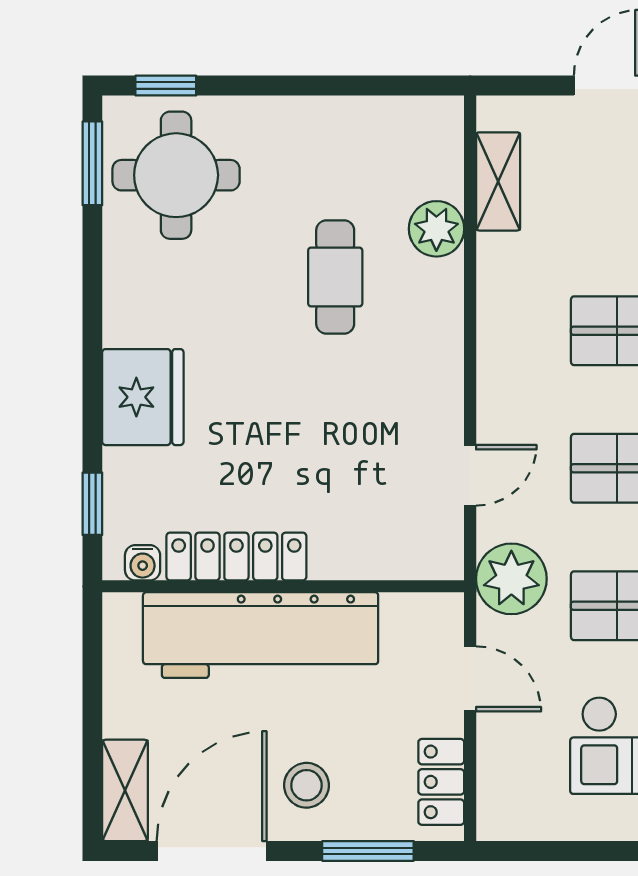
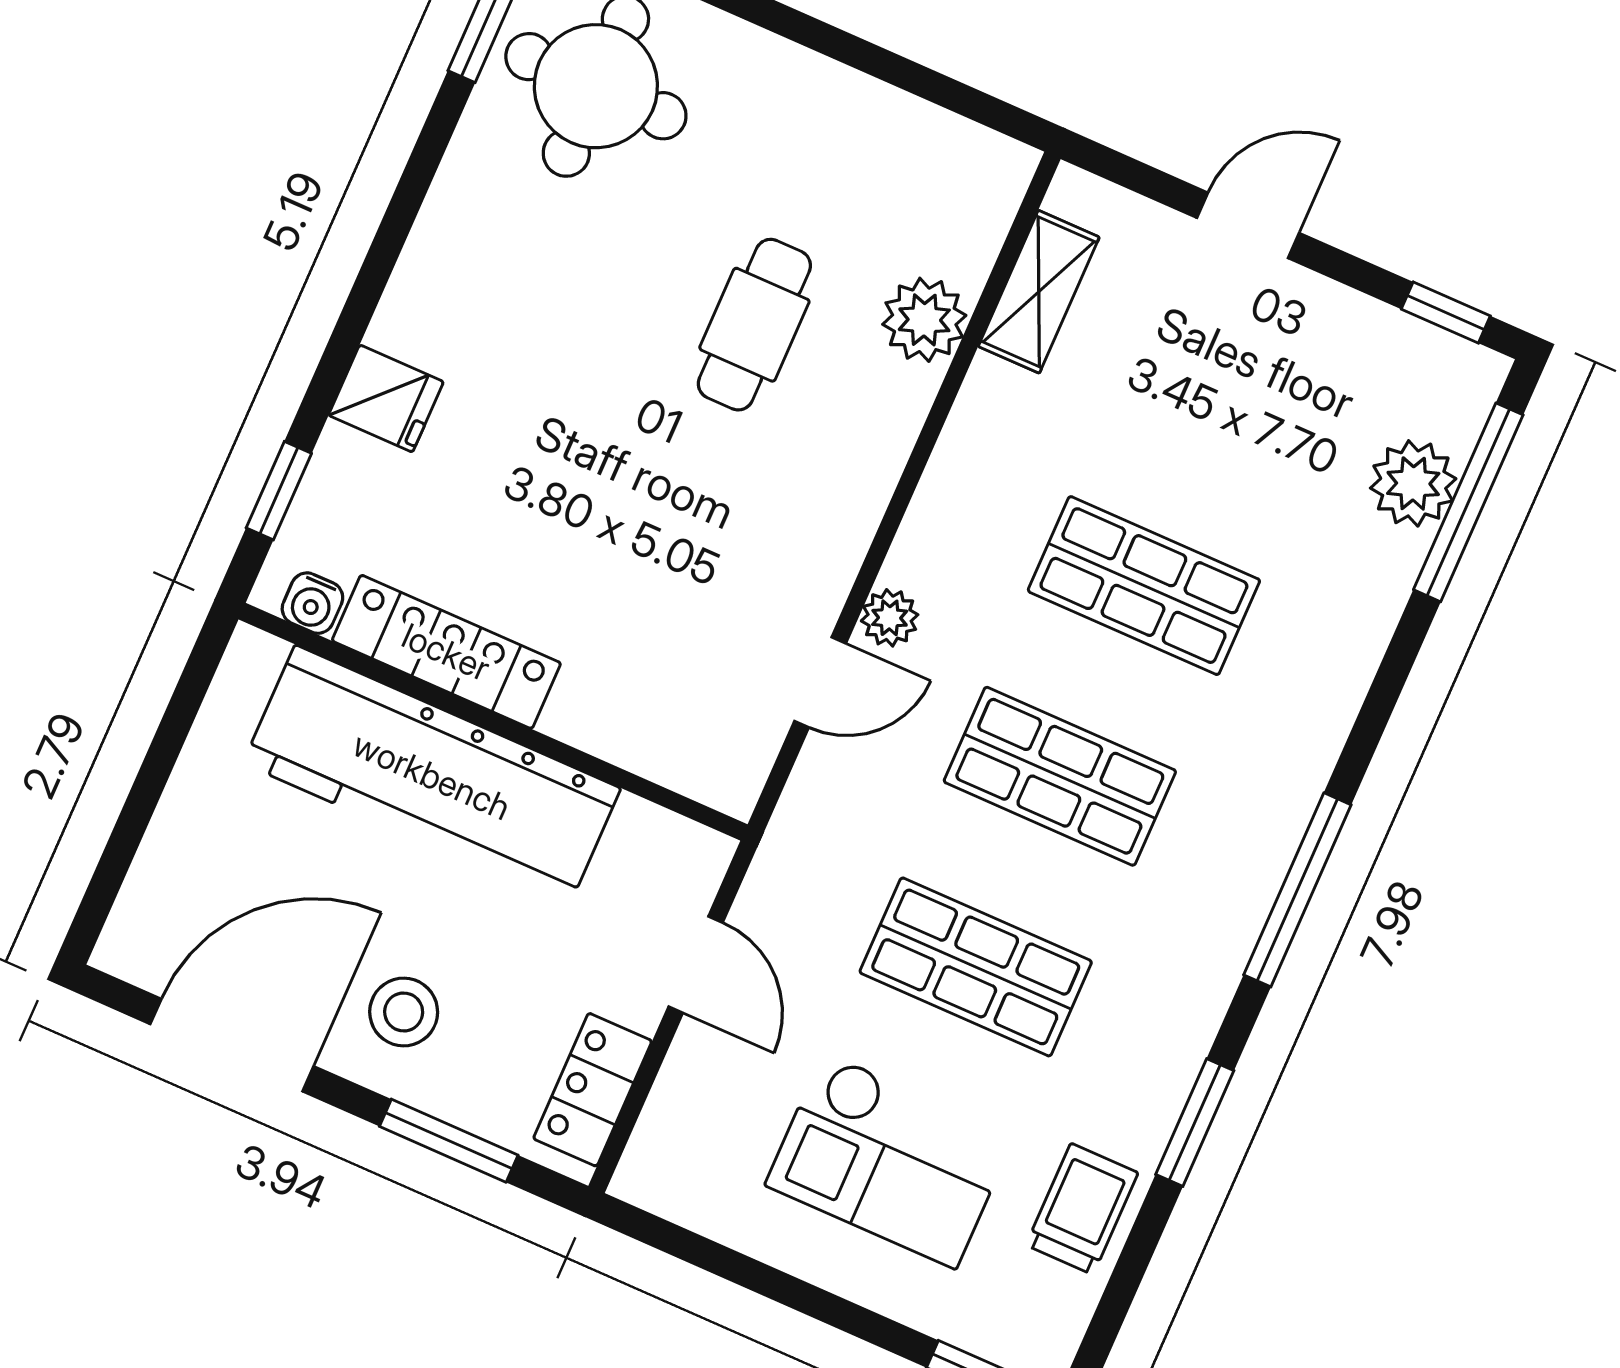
fridge: (143, 397) -> (386, 399), width x0.53, depth x0.75
plant: (511, 579) -> (890, 618), moved, width x0.53, depth x0.53
shelving: (125, 790) -> (149, 908), removed

